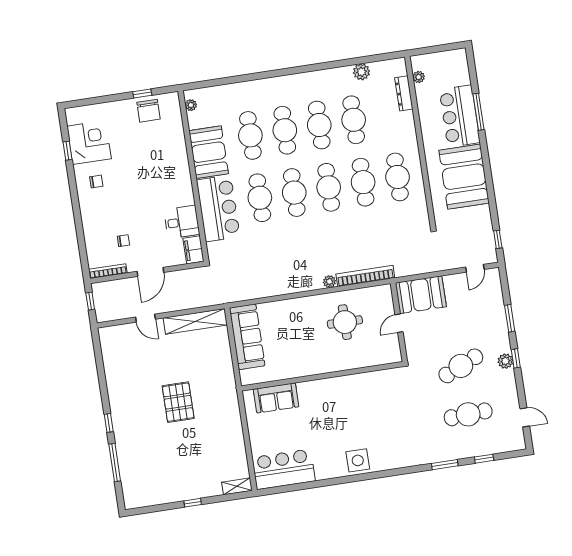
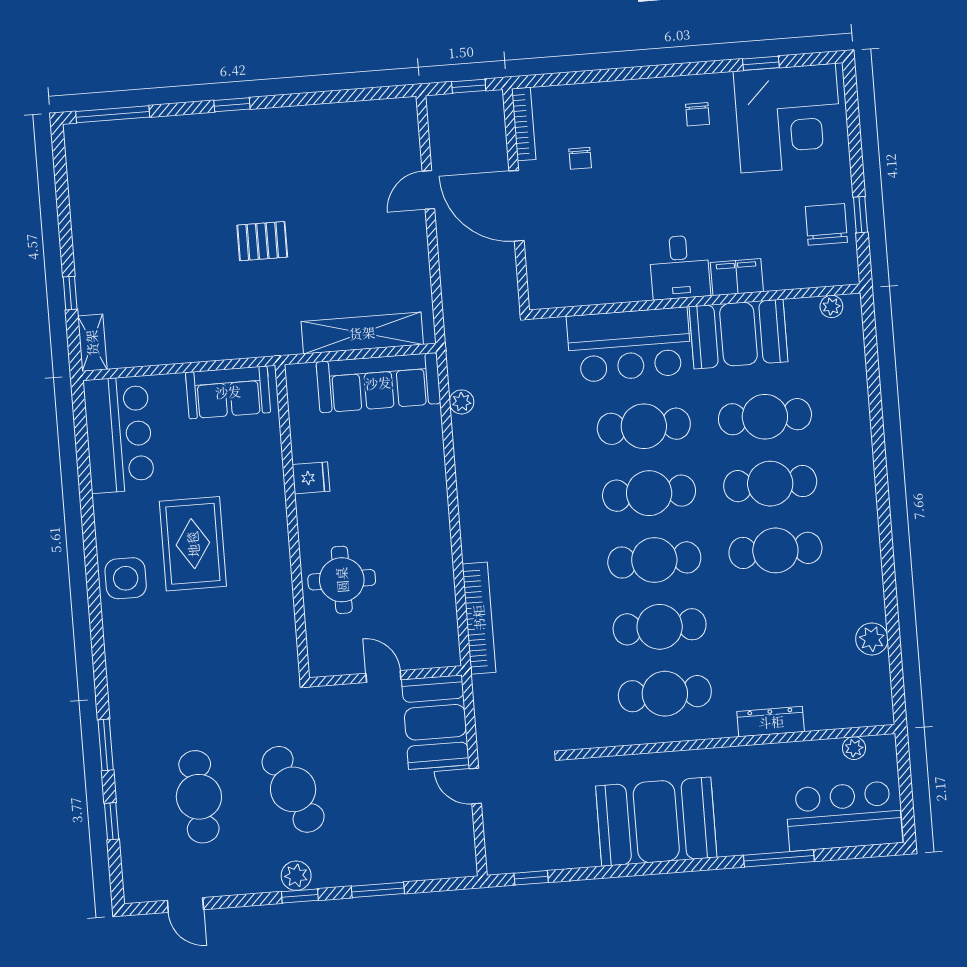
dresser: (404, 93) -> (771, 722), moved
chair: (149, 111) -> (826, 224), turned 90
bar counter: (460, 116) -> (844, 816), moved
cafe table: (354, 120) -> (781, 617), removed
corner desk: (89, 142) -> (788, 118), width x1.36, depth x1.36
desk: (182, 222) -> (680, 267), moved
filing cabinet: (193, 250) -> (737, 277), moved
door: (475, 268) -> (475, 786), moved
door: (150, 272) -> (516, 206), width x1.36
plant: (329, 282) -> (462, 402), moved
shelving: (195, 321) -> (362, 333), moved, turned 90
round table: (345, 322) -> (342, 580), moved
fridge: (299, 368) -> (311, 478), added
sofa: (276, 398) -> (228, 392), moved, turned -90
pallet: (178, 402) -> (262, 241), width x0.67, depth x0.71
door: (525, 417) -> (185, 905), hinge flipped
rug: (337, 427) -> (193, 544), added
window: (115, 462) -> (113, 114), moved
window: (193, 503) -> (70, 293), moved

